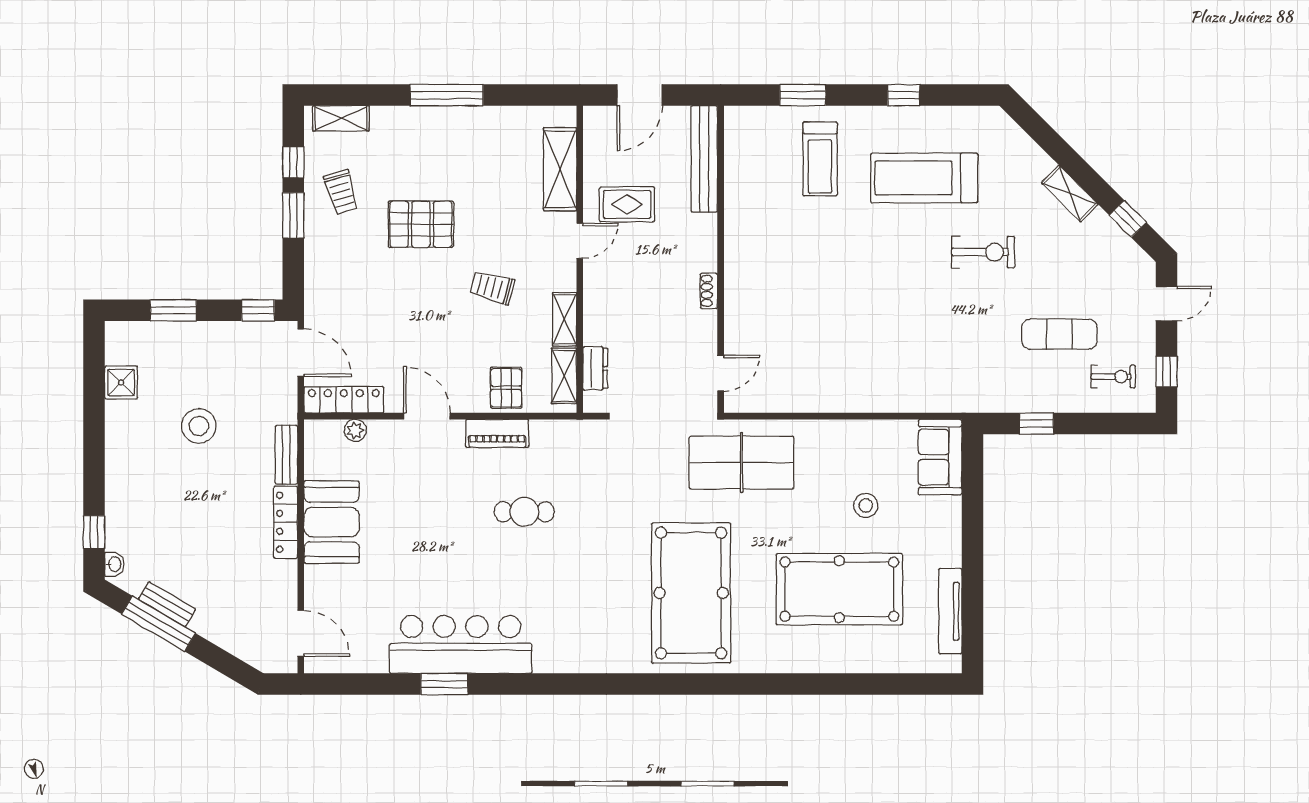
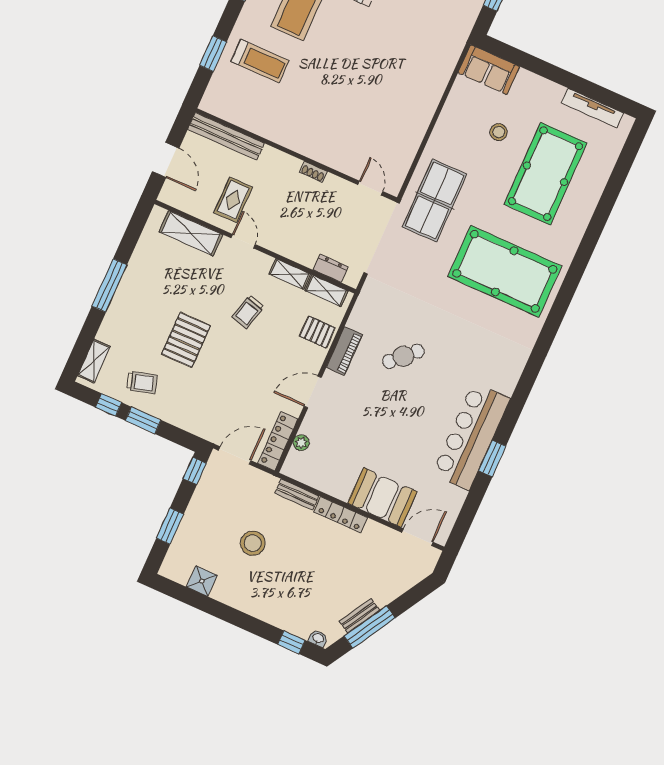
cafe table: (524, 512) -> (403, 356), turned 46
booth: (332, 522) -> (382, 497), moved

